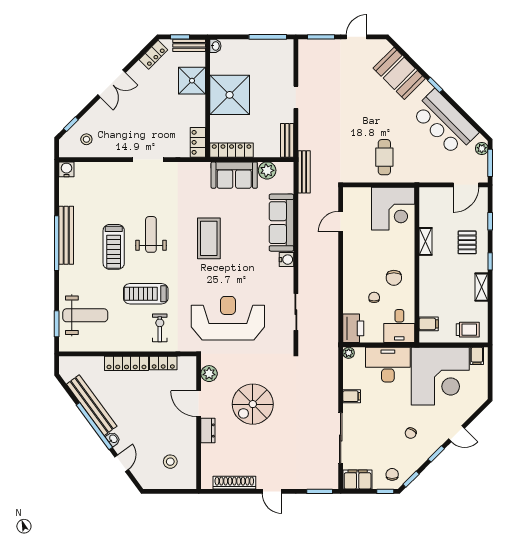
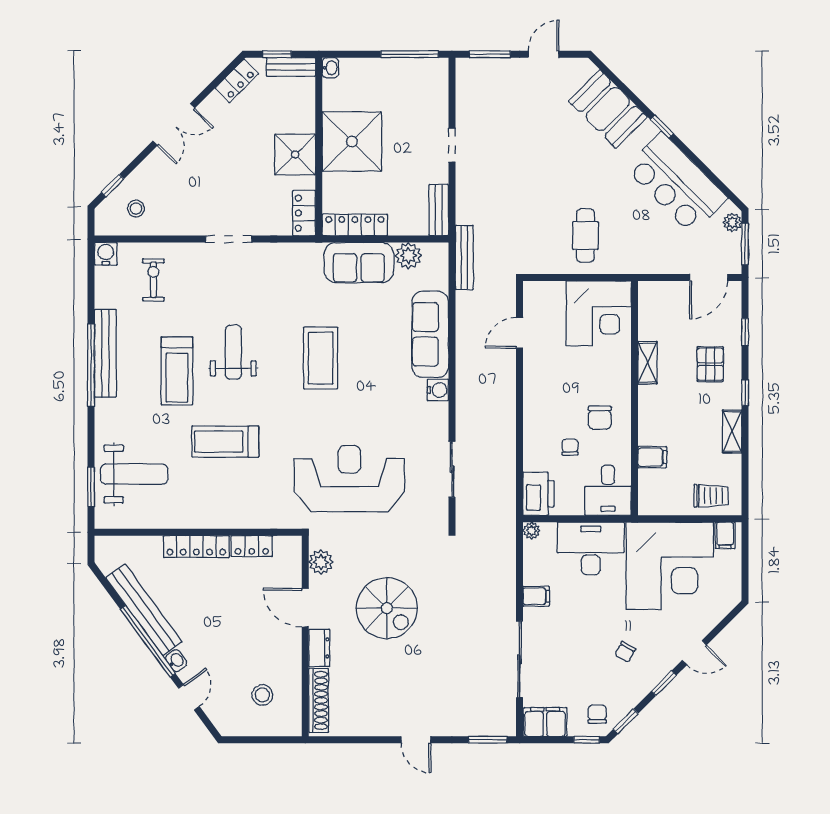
shower: (192, 81) -> (295, 154), moved
filing cabinet: (429, 324) -> (652, 457), moved
exercise bike: (160, 328) -> (153, 280), moved
spiral stairs: (253, 404) -> (387, 608), turned -90
shoe rack: (234, 483) -> (319, 700), moved, turned 90

